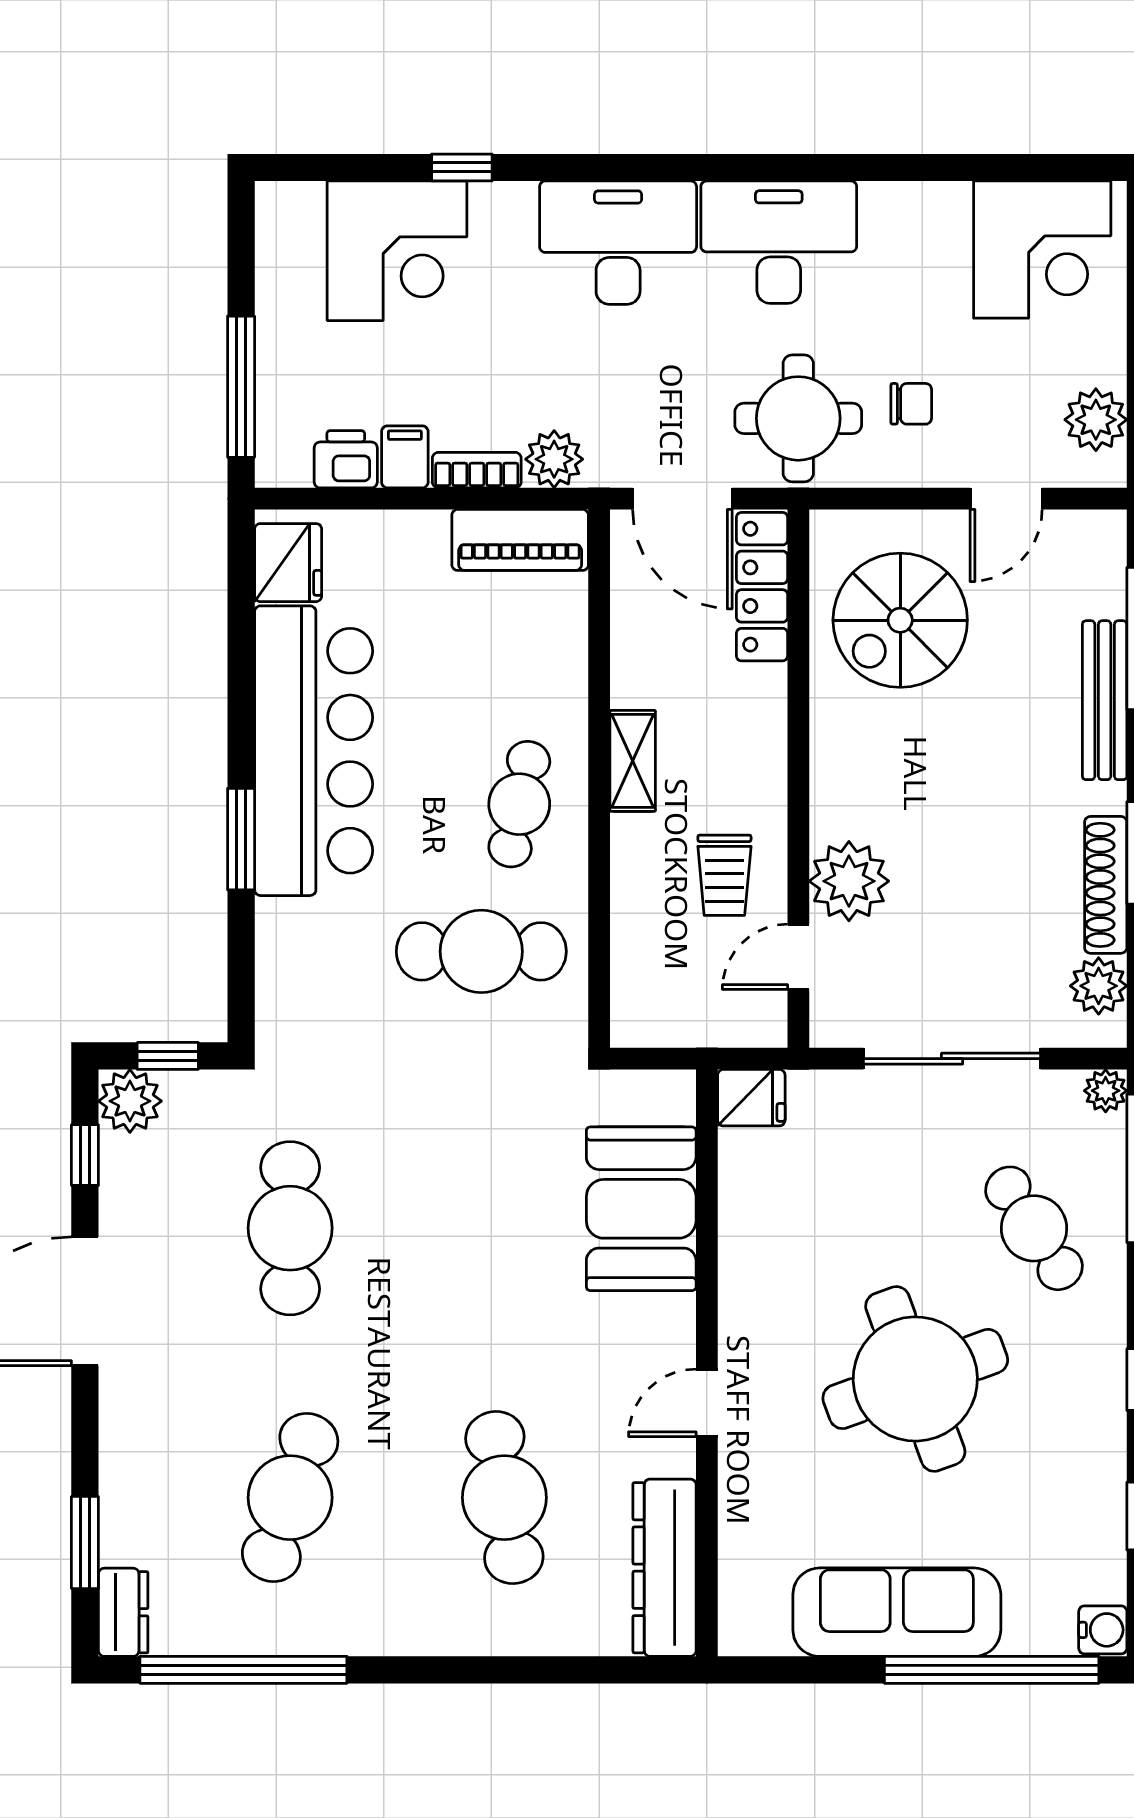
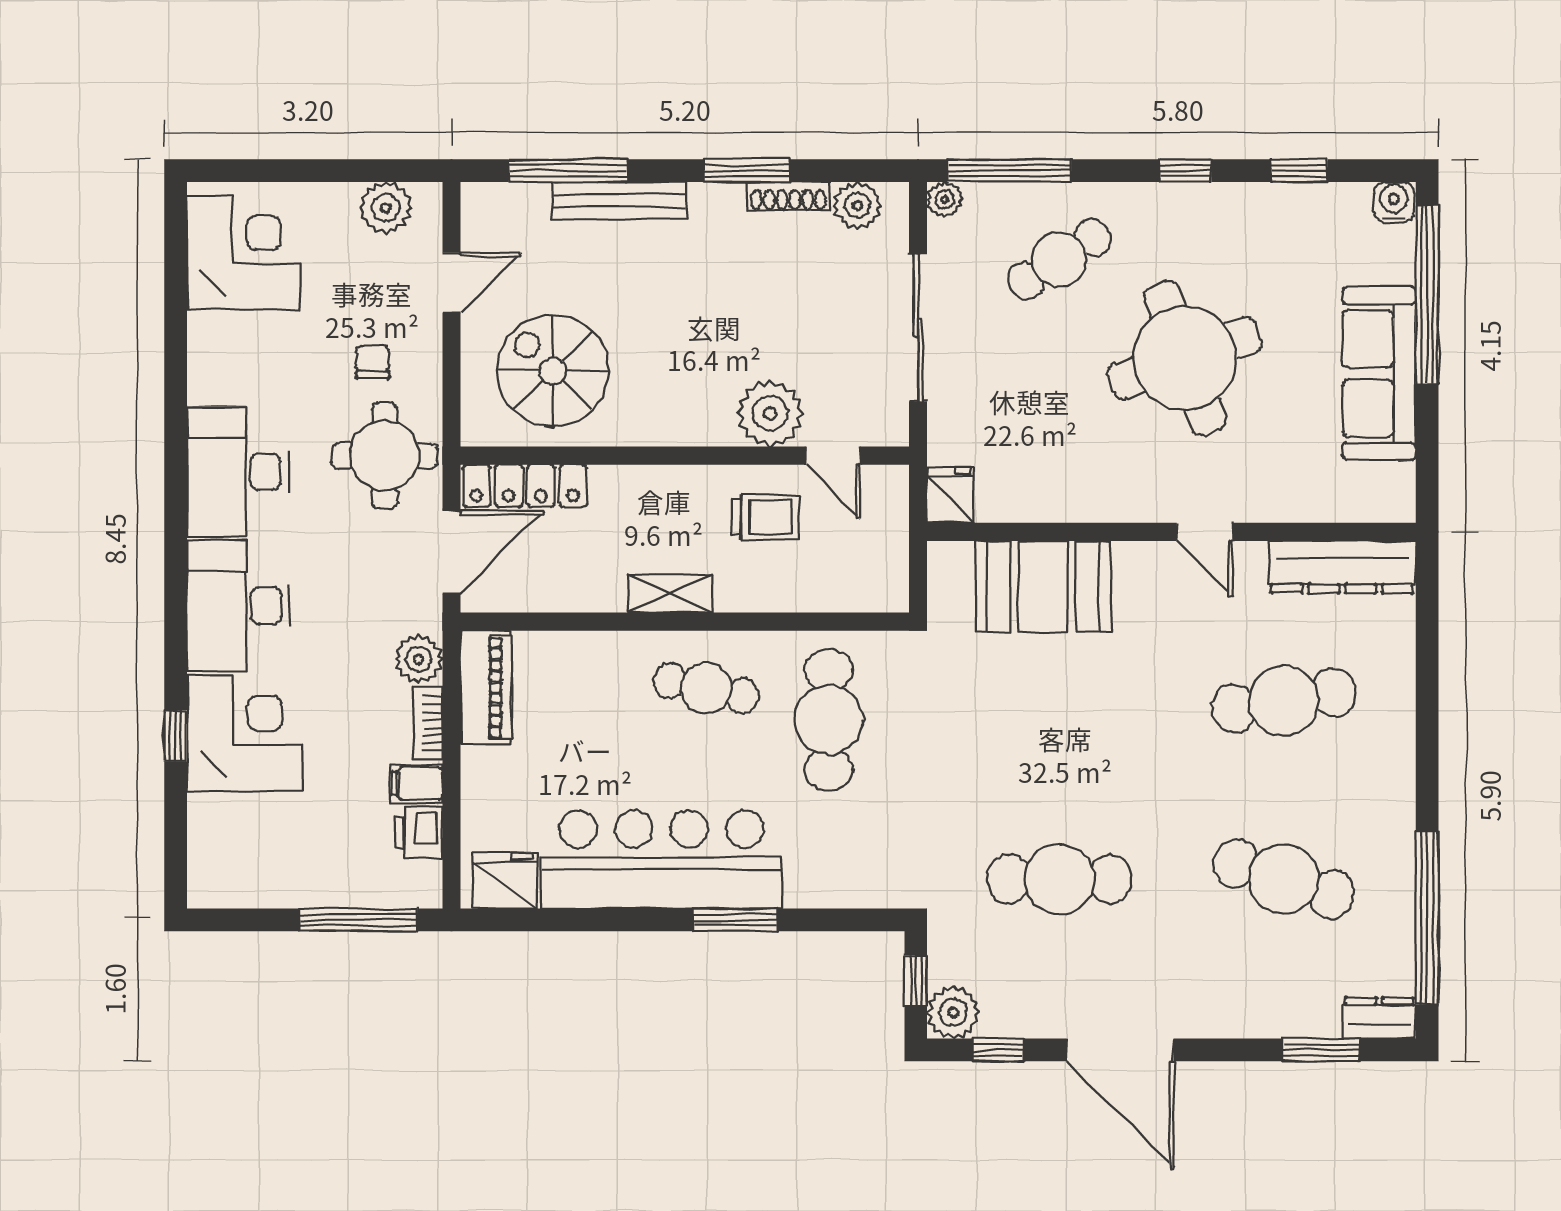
corner desk: (397, 251) -> (245, 733), moved
door: (1006, 499) -> (451, 282), hinge flipped
spiral stairs: (900, 620) -> (553, 371), turned 180
shoe rack: (1106, 885) -> (788, 196), width x0.74, depth x0.81

